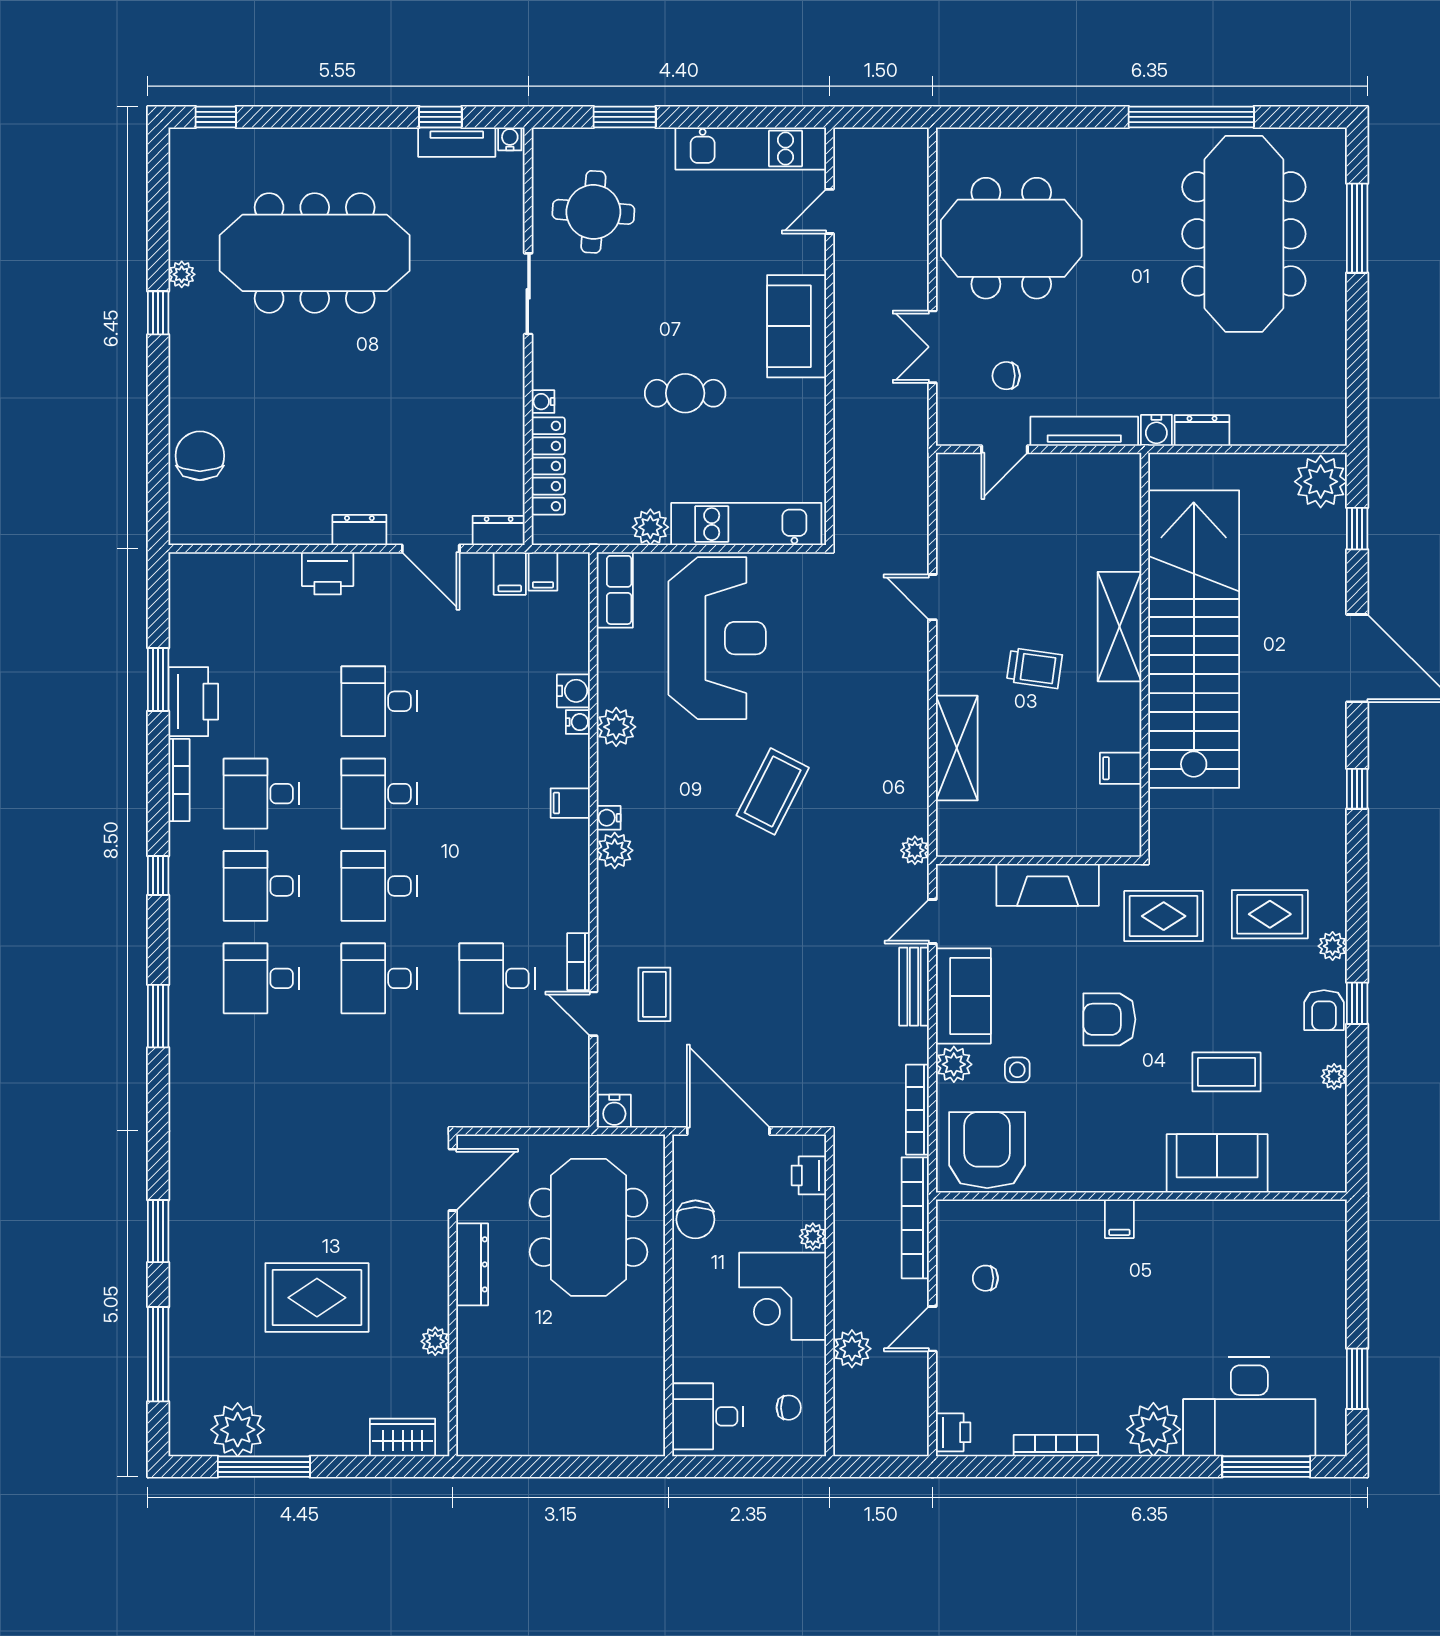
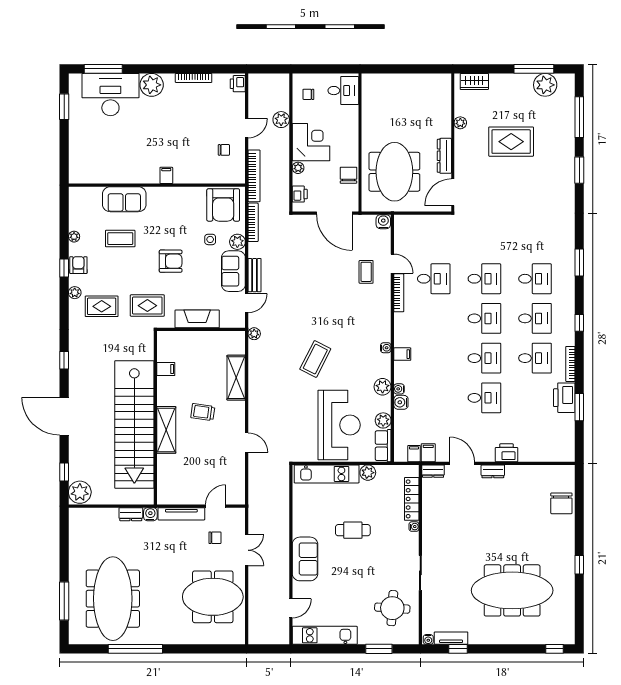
plant: (182, 274) -> (569, 581), removed
reception desk: (717, 638) -> (339, 425), turned 180
plant: (615, 850) -> (383, 420), moved
bookcase: (578, 962) -> (399, 293), width x1.56

